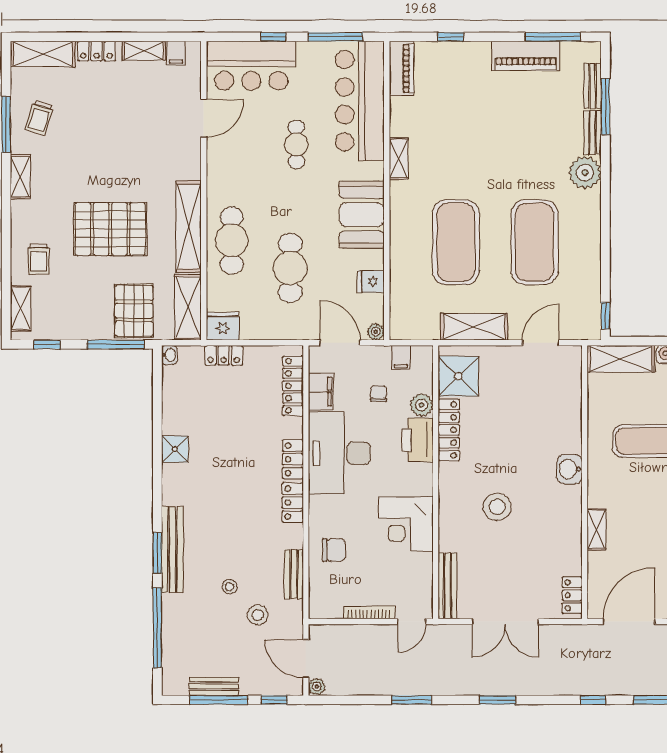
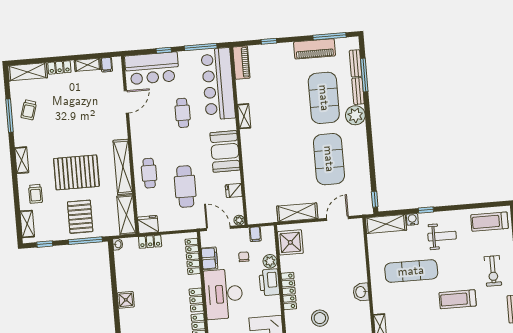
shelving: (20, 177) -> (22, 160), moved
cafe table: (232, 240) -> (149, 173), width x0.73, depth x0.74
exercise mat: (456, 242) -> (324, 98), moved
pallet: (134, 311) -> (80, 217), moved
locker: (449, 430) -> (289, 291), moved

